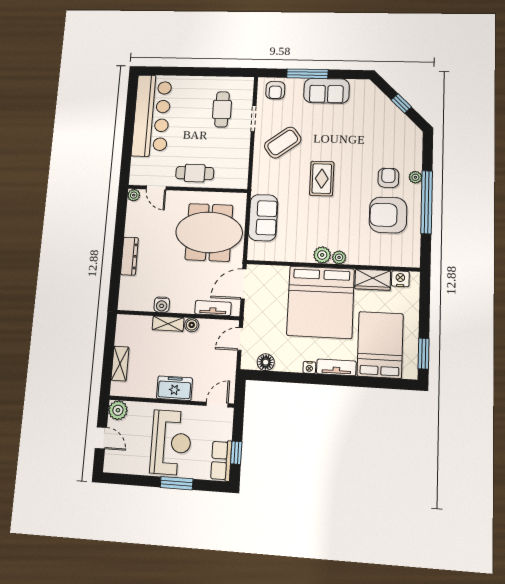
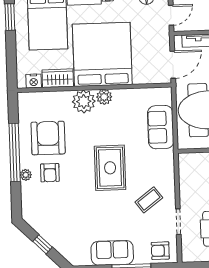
armchair: (275, 90) -> (160, 251), turned -90
coffee table: (283, 143) -> (149, 200), width x0.73, depth x0.77
rug: (322, 179) -> (110, 168), width x1.36, depth x1.43
armchair: (388, 215) -> (48, 138), turned -90
plant: (339, 257) -> (84, 101), width x1.87, depth x1.87

